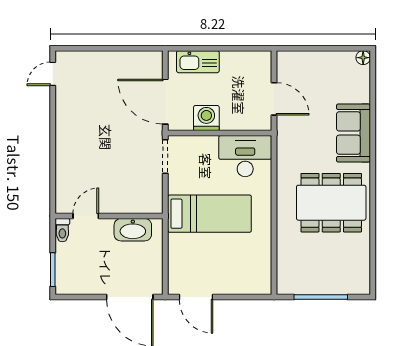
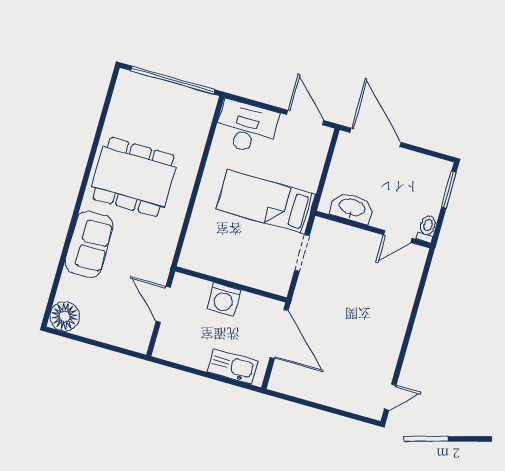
floor lamp: (363, 58) -> (65, 316), width x1.89, depth x1.89
washing machine: (206, 118) -> (224, 299), moved
doorway: (165, 156) -> (302, 253), moved
desk: (245, 156) -> (246, 127), moved, turned 180
window: (321, 297) -> (173, 80), width x1.46

